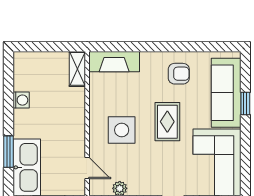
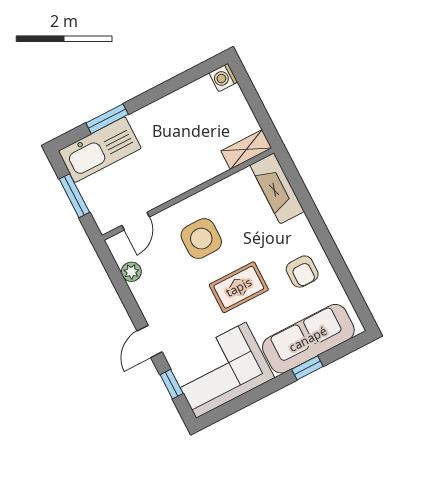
washing machine: (21, 100) -> (223, 78), moved, turned 90

